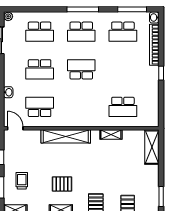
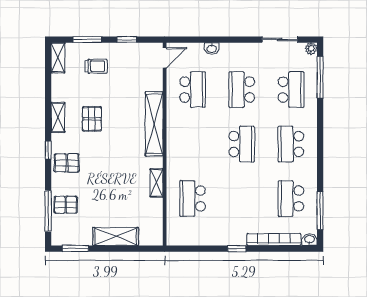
window: (83, 9) -> (320, 77), moved
school desk: (40, 32) -> (291, 90), turned 180
shelving: (152, 147) -> (116, 236), moved

